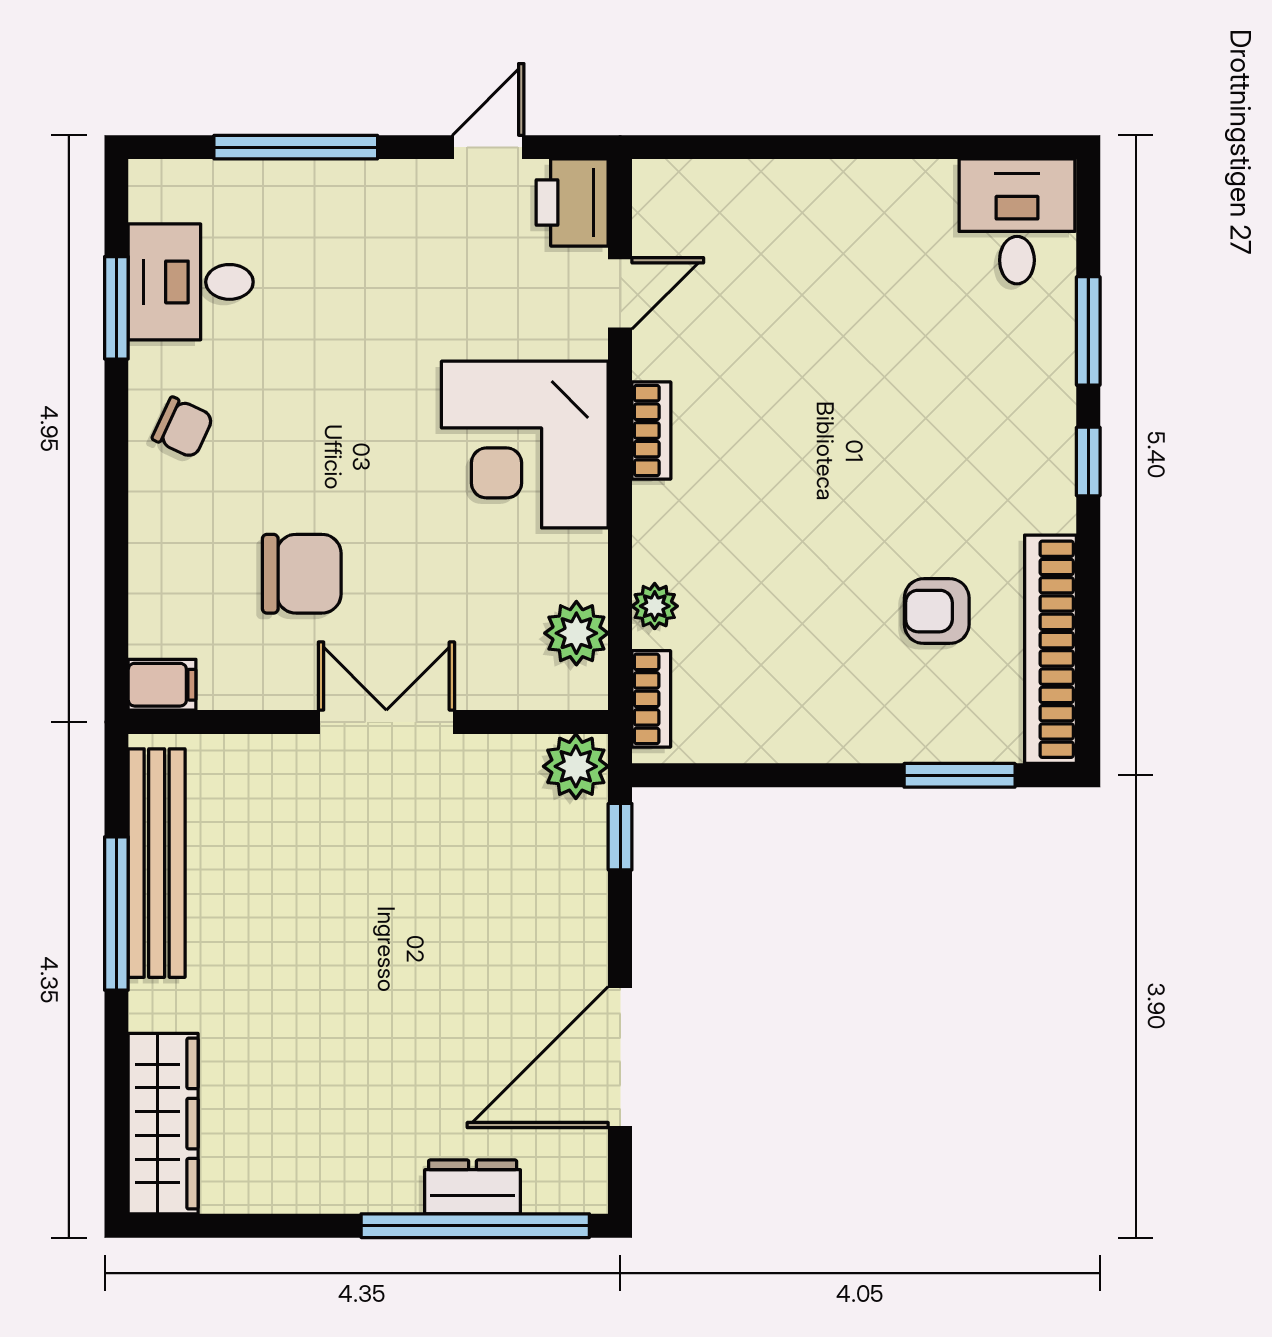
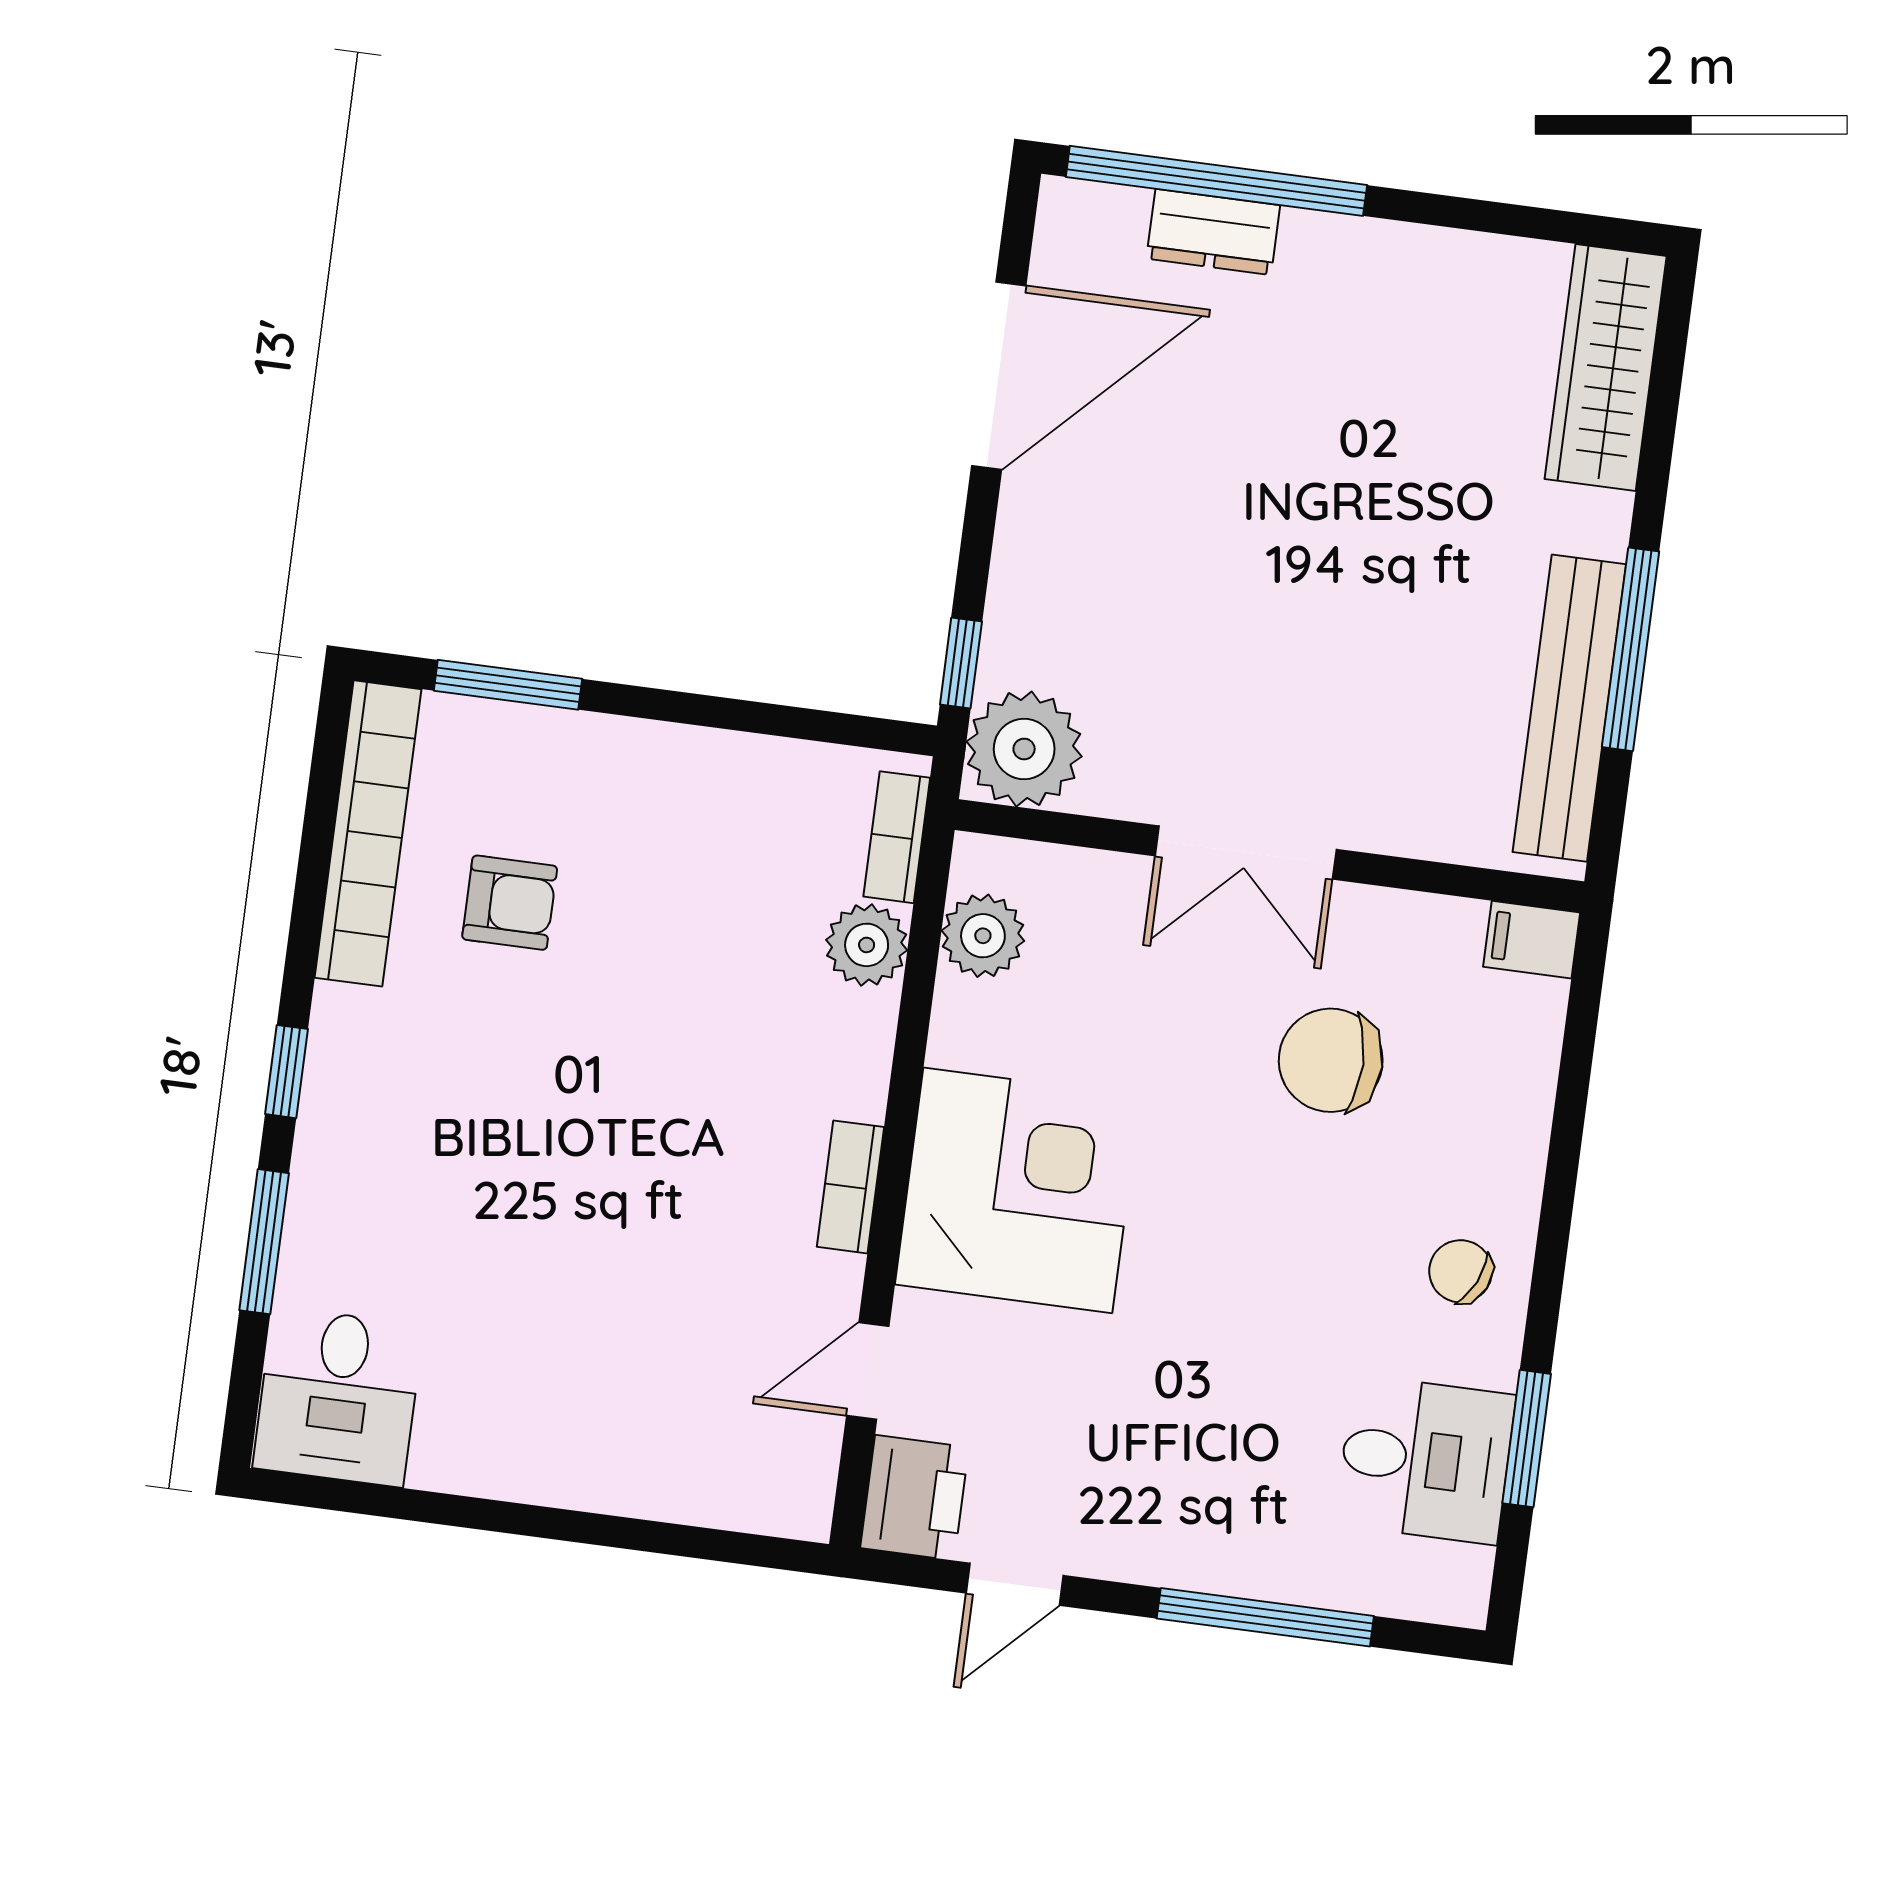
plant: (655, 606) -> (867, 945), width x1.38, depth x1.38
plant: (576, 766) -> (1024, 749), width x1.36, depth x1.36

